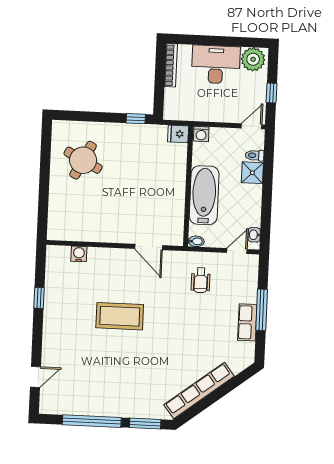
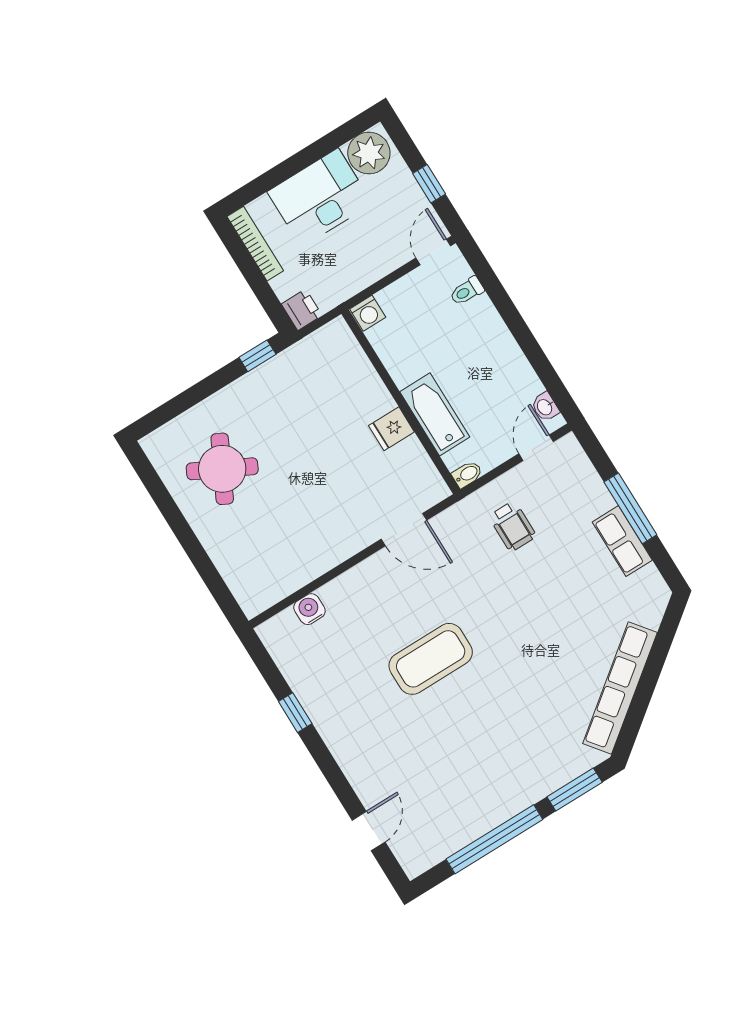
printer: (171, 111) -> (302, 310), added
fridge: (178, 134) -> (391, 429), moved
shower: (252, 173) -> (481, 319), removed
bathtub: (204, 195) -> (435, 414), width x0.73, depth x0.73

